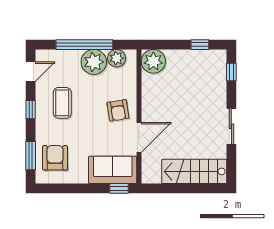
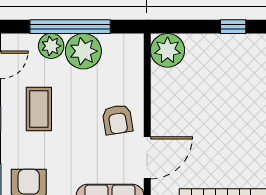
plant: (117, 58) -> (51, 46), moved

